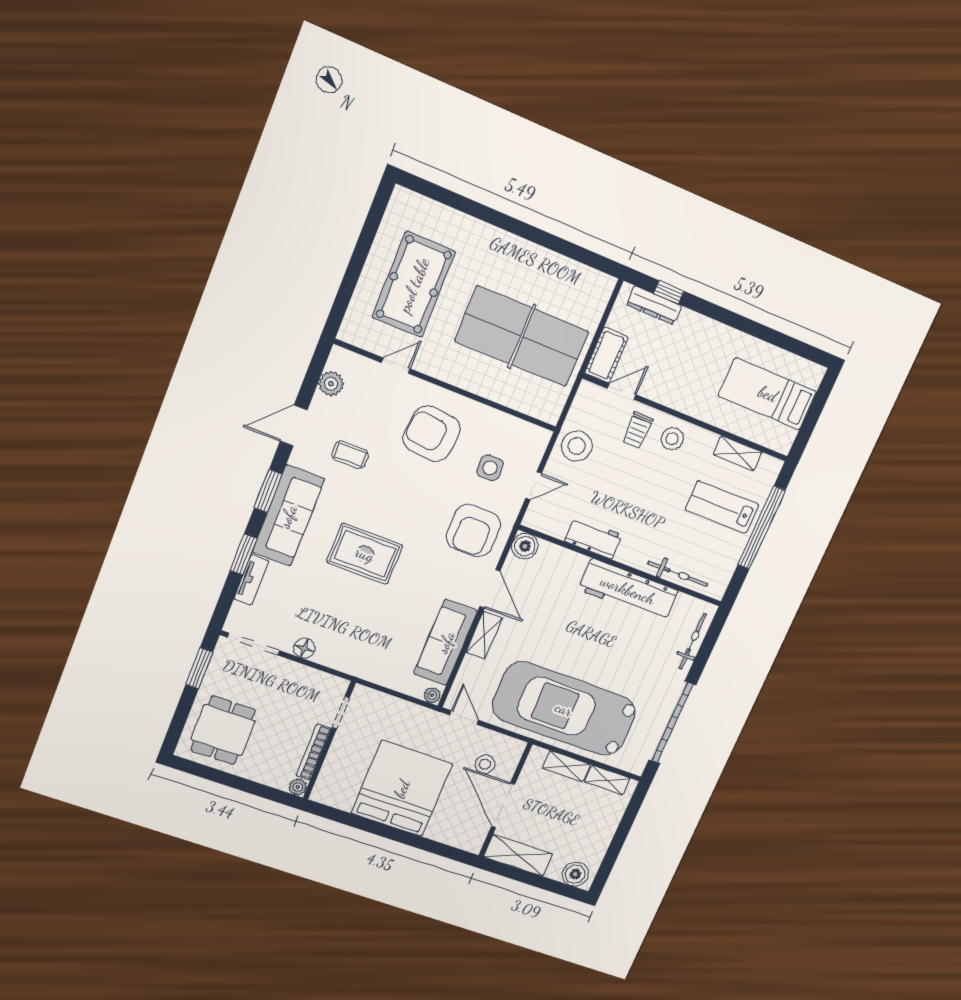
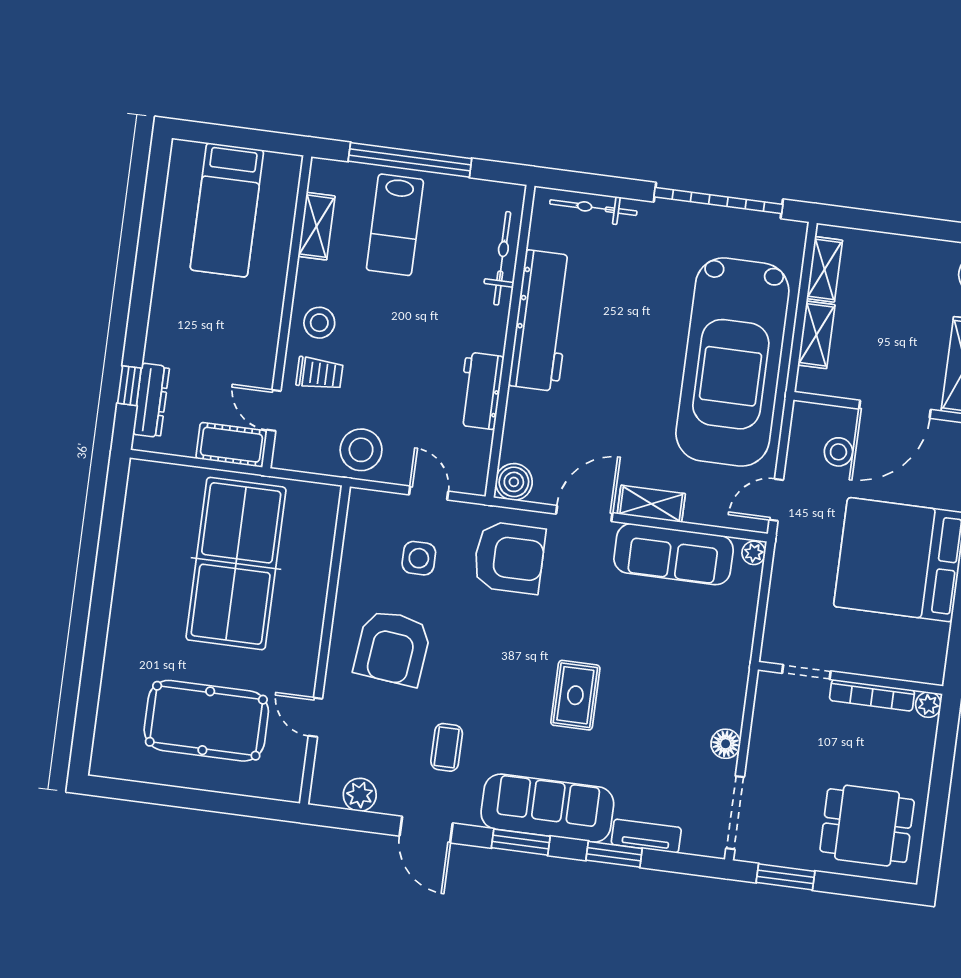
rug: (365, 554) -> (575, 695), width x0.73, depth x0.70

